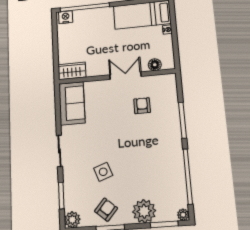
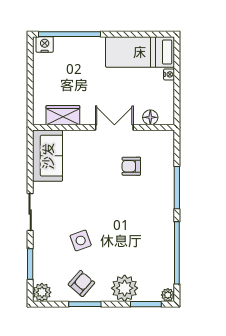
wardrobe: (72, 71) -> (63, 115), moved
armchair: (142, 106) -> (131, 166), turned -90

